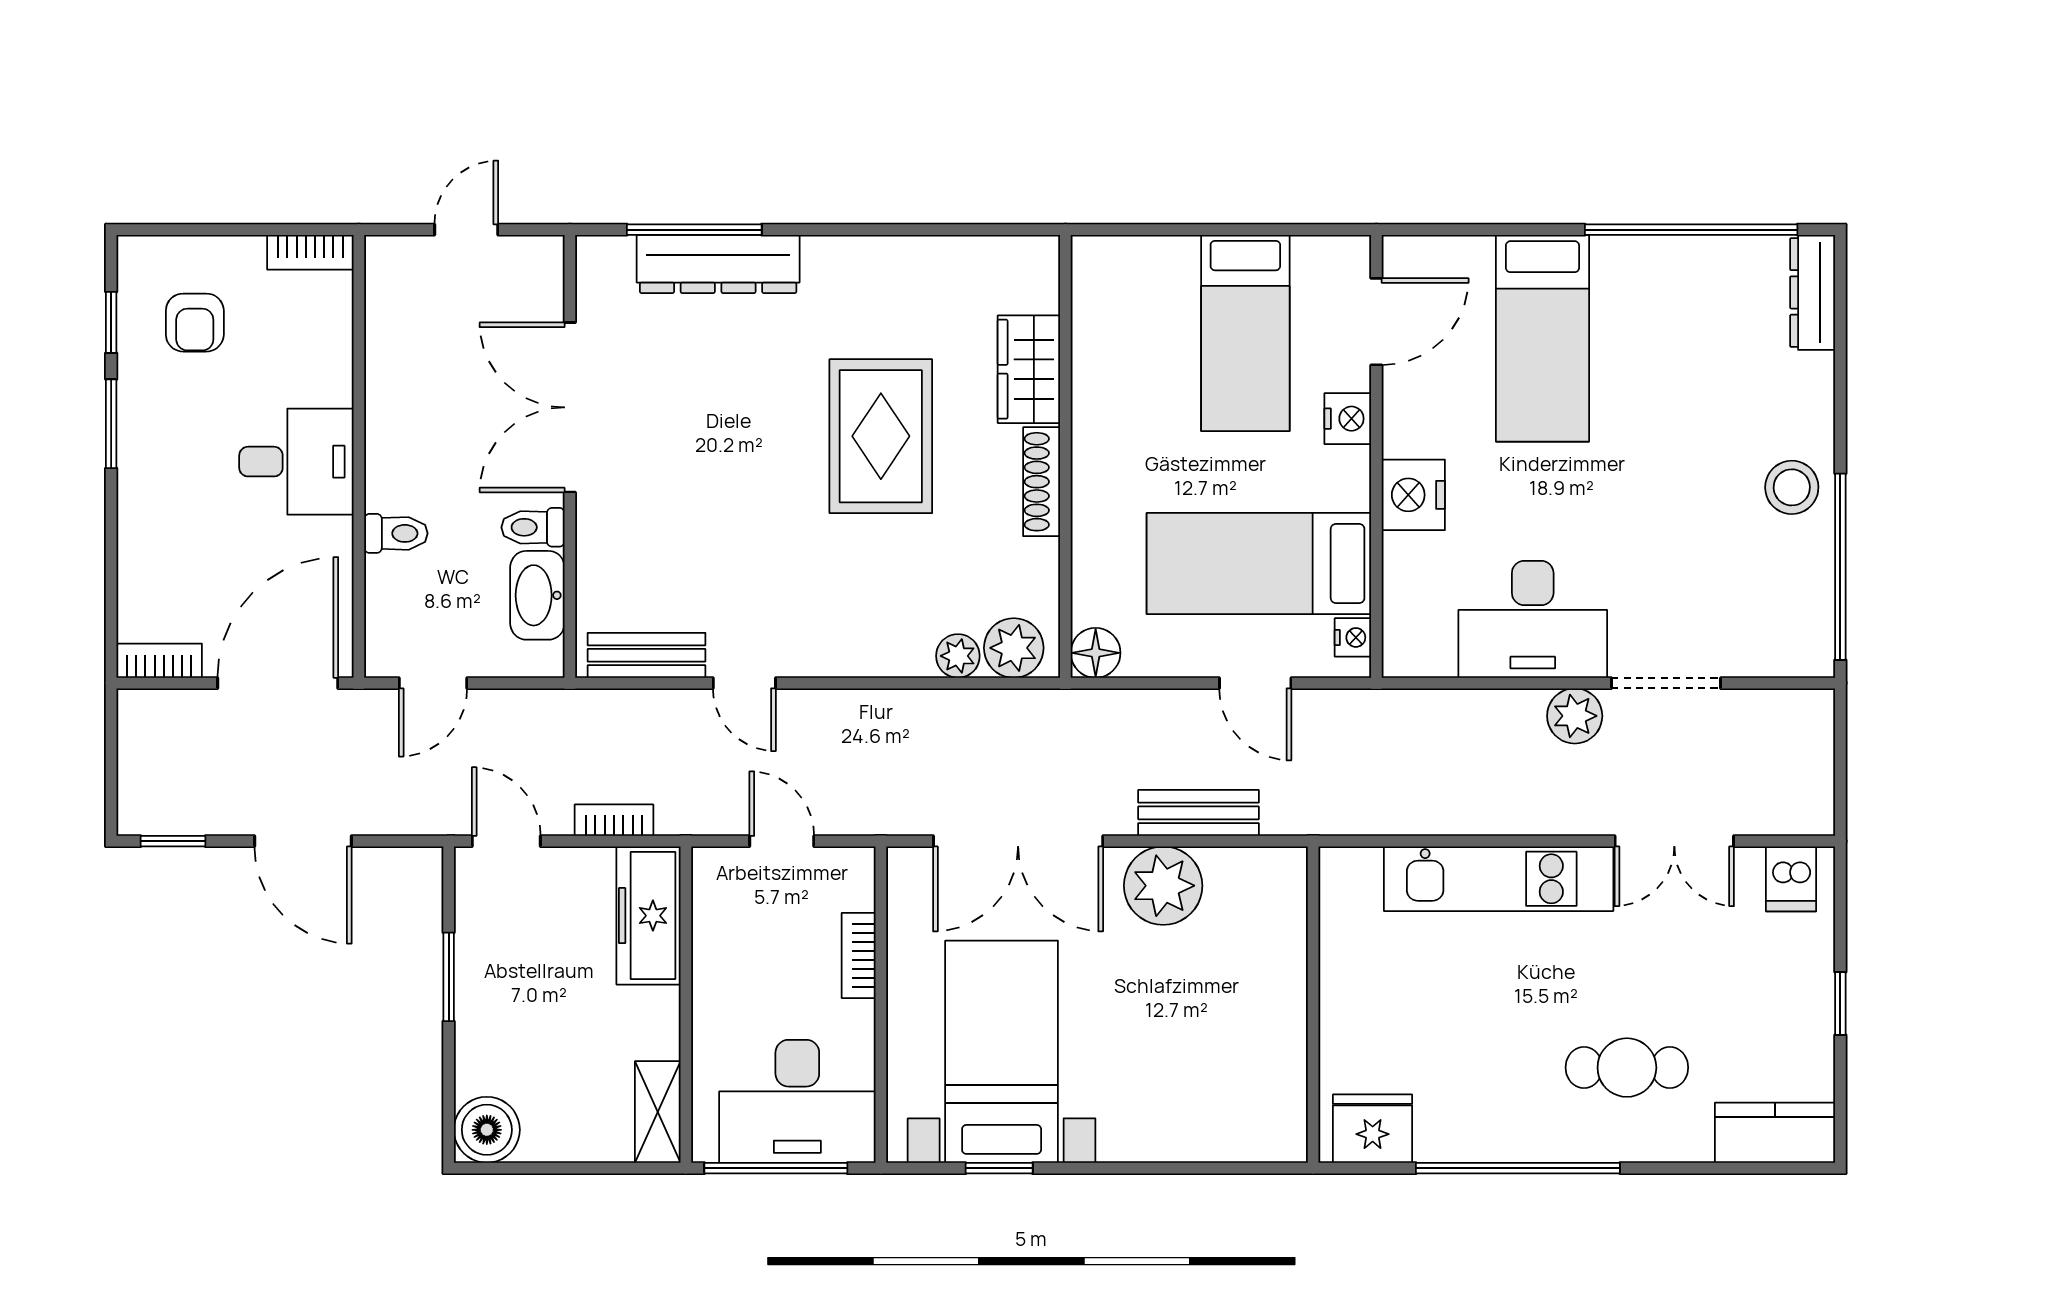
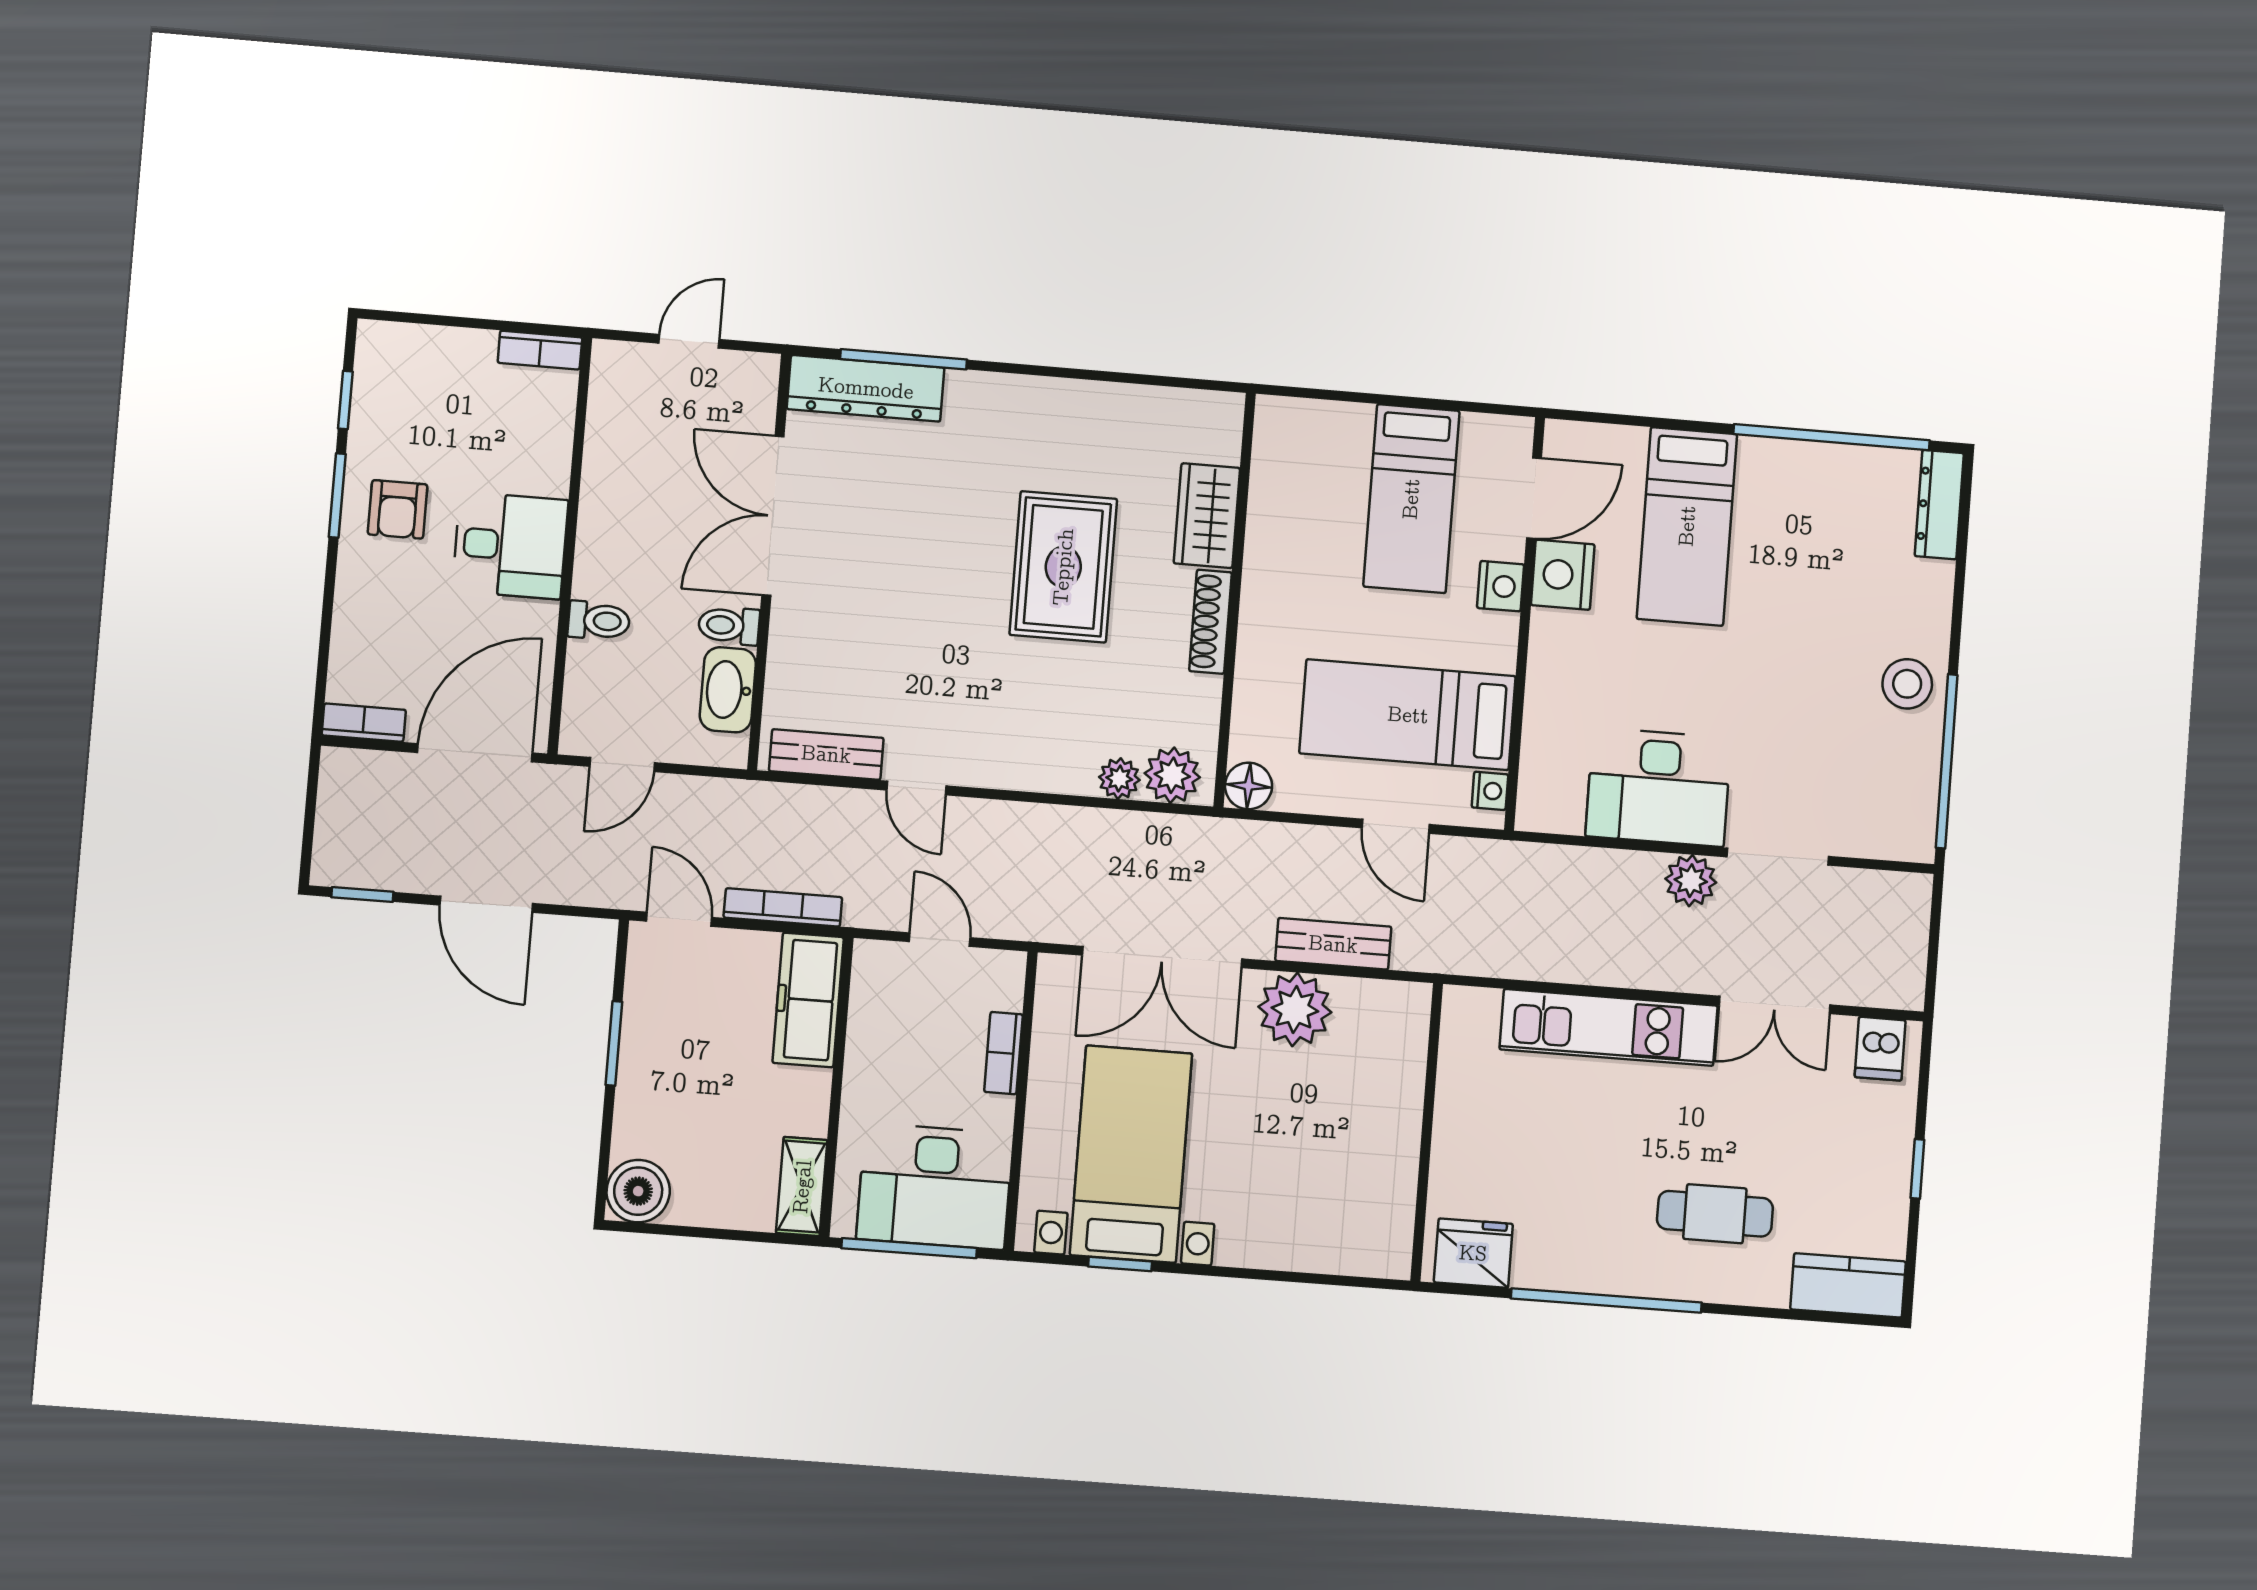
dresser: (718, 264) -> (866, 388), moved
armchair: (195, 323) -> (398, 509), moved
nightstand: (1413, 495) -> (1563, 575), moved
bookcase: (614, 820) -> (783, 907), width x1.56

